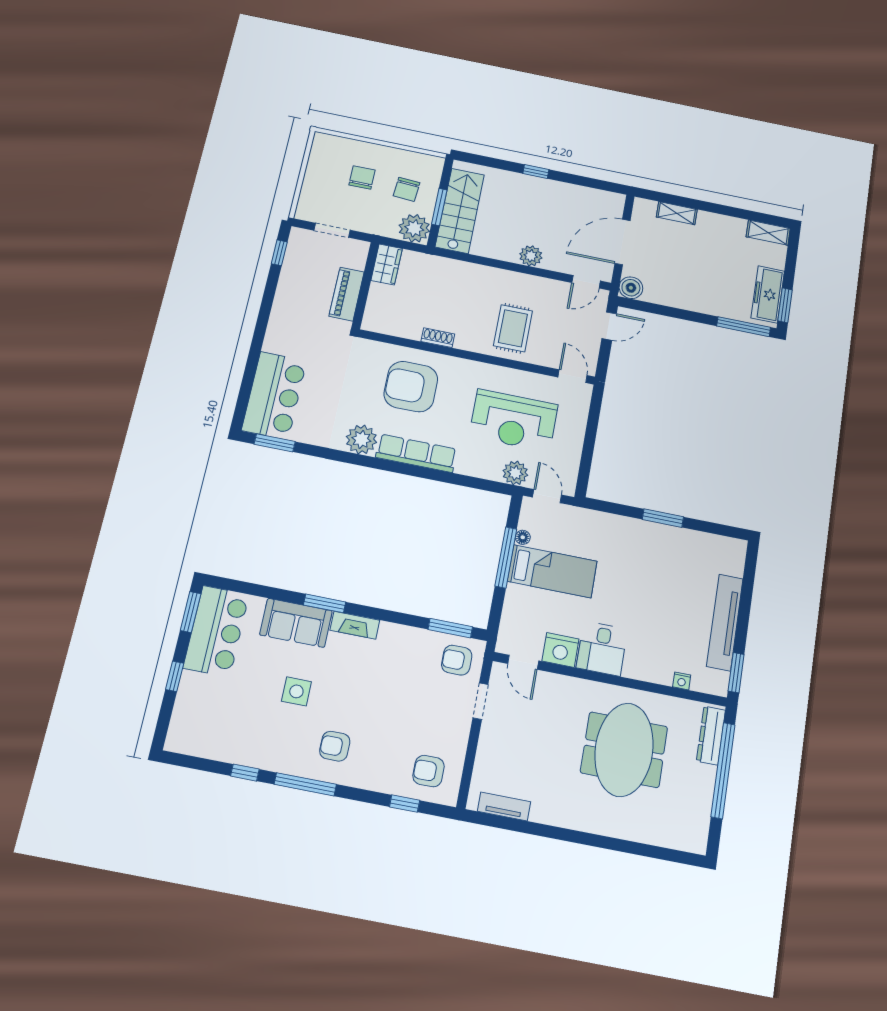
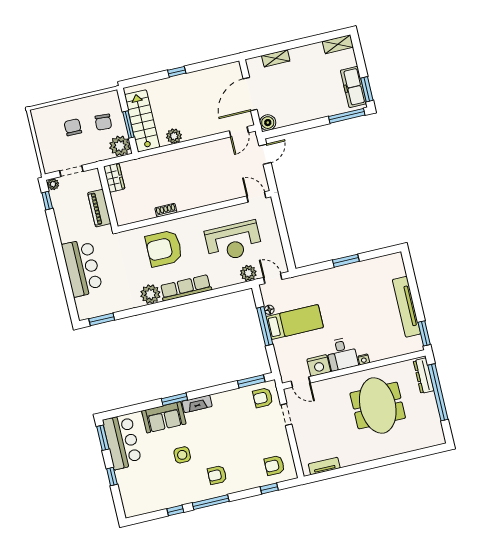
plant: (298, 236) -> (53, 184), added
plant: (531, 256) -> (174, 136), moved
rug: (513, 328) -> (208, 183), removed
bar counter: (274, 395) -> (82, 268), moved
nightstand: (682, 681) -> (364, 359), moved

